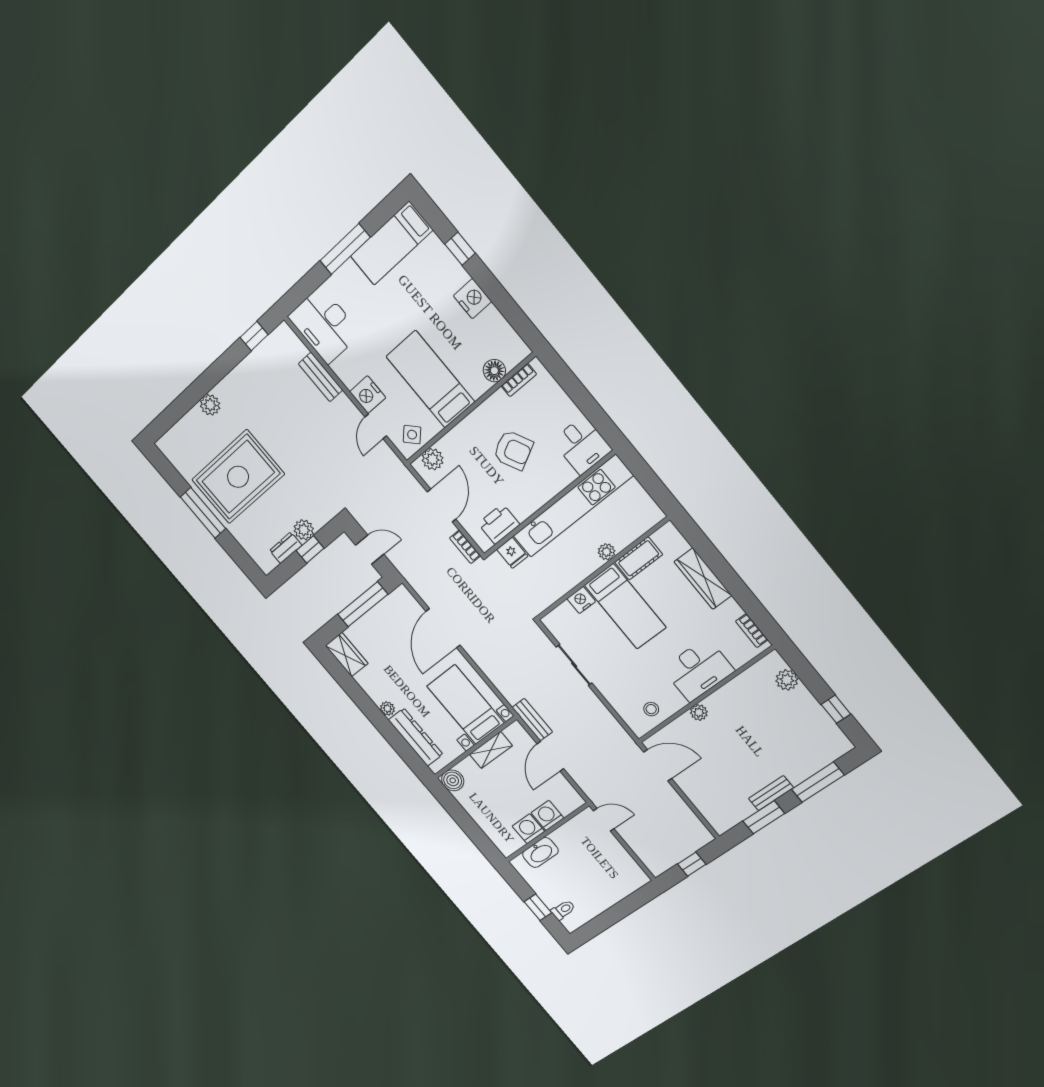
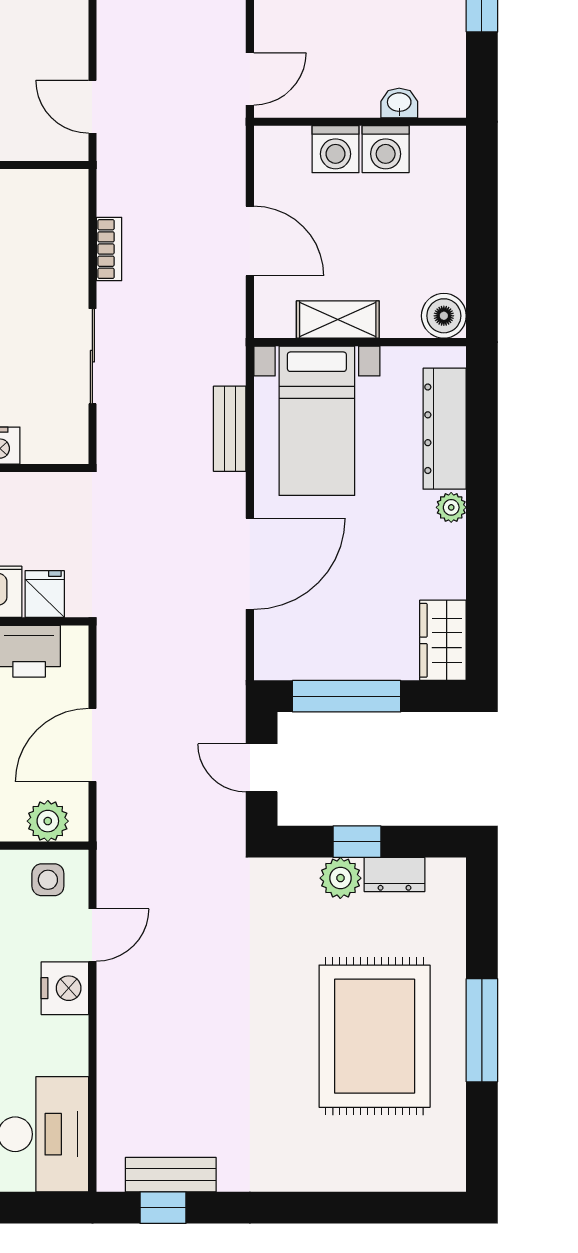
bench: (321, 377) -> (171, 1175), moved, turned 90
plant: (210, 405) -> (322, 1171), removed
side table: (412, 435) -> (48, 880), turned 45
rug: (238, 477) -> (375, 1036), turned 90
bookcase: (465, 547) -> (109, 249), moved
stool: (651, 709) -> (31, 202), removed
bench: (532, 720) -> (230, 429), moved
door: (550, 756) -> (250, 241), hinge flipped
door: (658, 765) -> (92, 107), width x0.73
door: (604, 820) -> (250, 79), swing flipped
washbasin: (540, 853) -> (399, 103), width x0.52, depth x0.69

